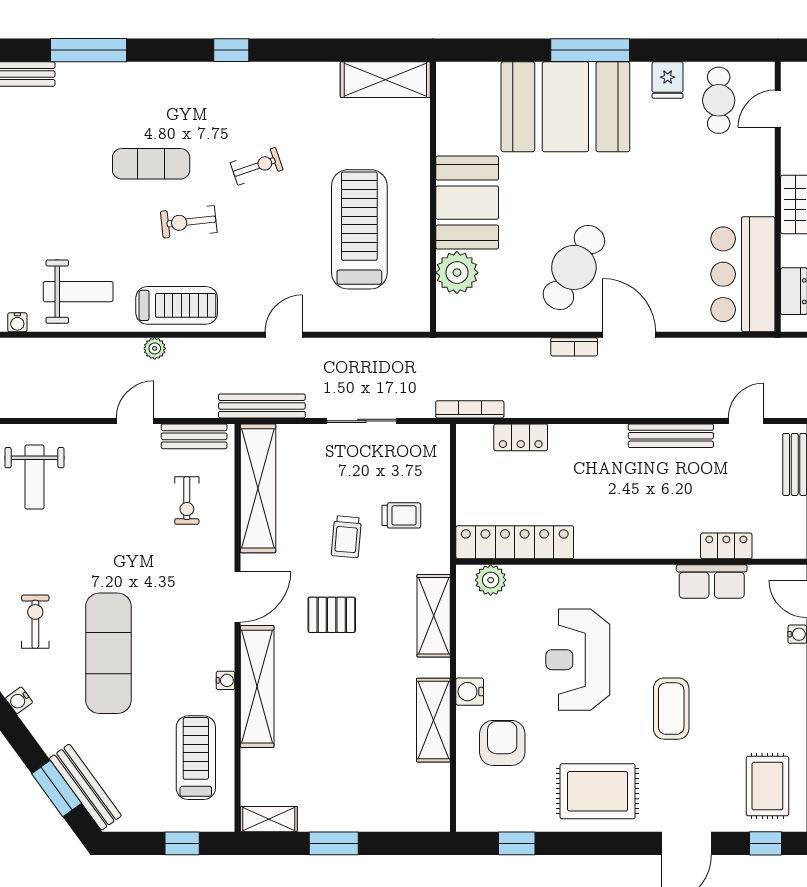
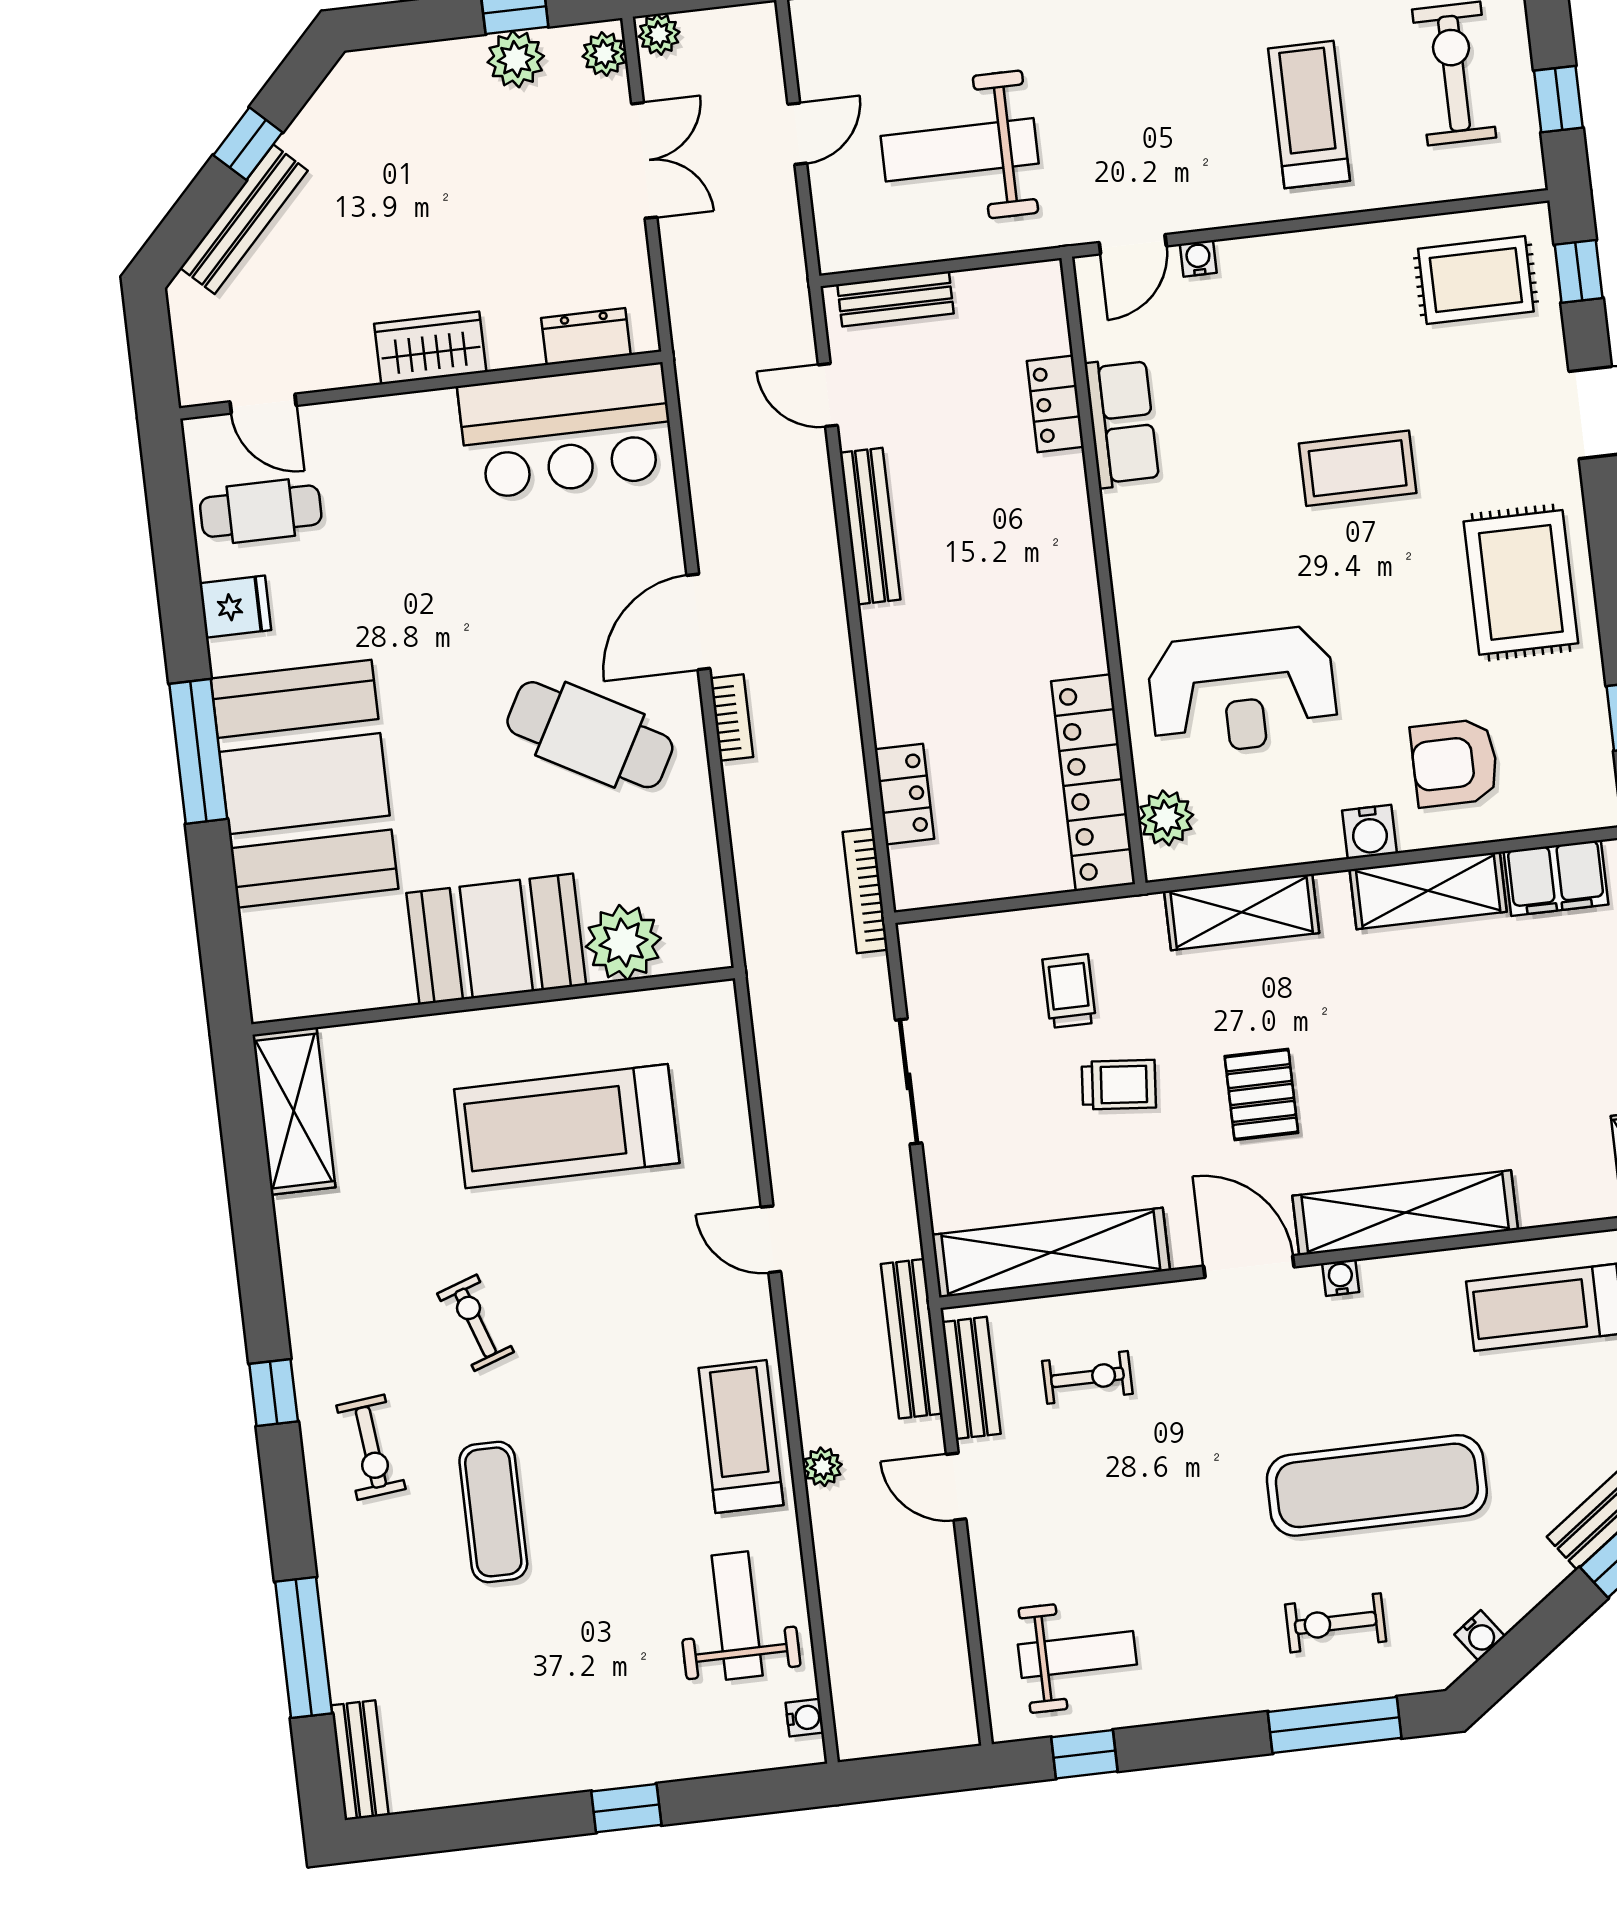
exercise bike: (189, 222) -> (371, 1447), moved
bench: (262, 406) -> (912, 1339), moved
reception desk: (578, 660) -> (1242, 691), moved
water cooler: (225, 680) -> (1341, 1278), moved
filing cabinet: (432, 792) -> (1556, 878), added

